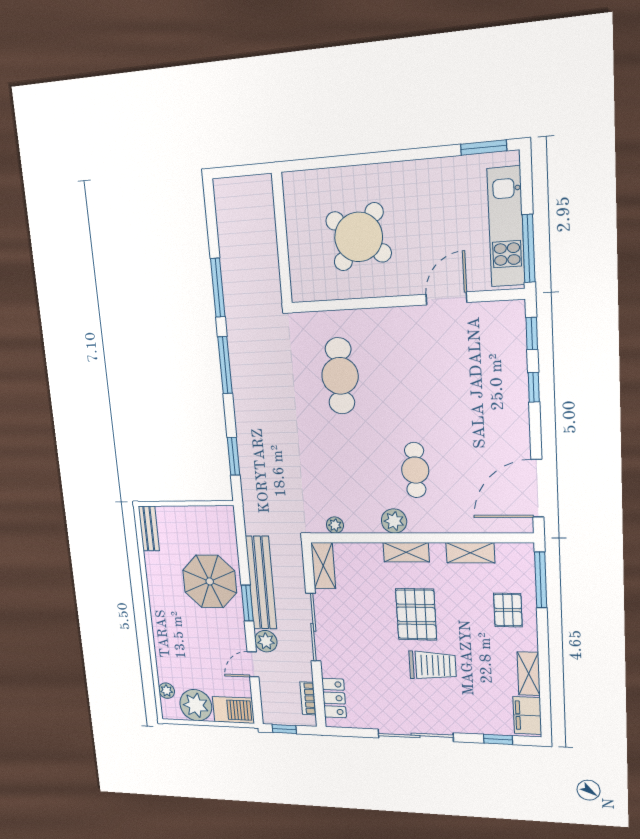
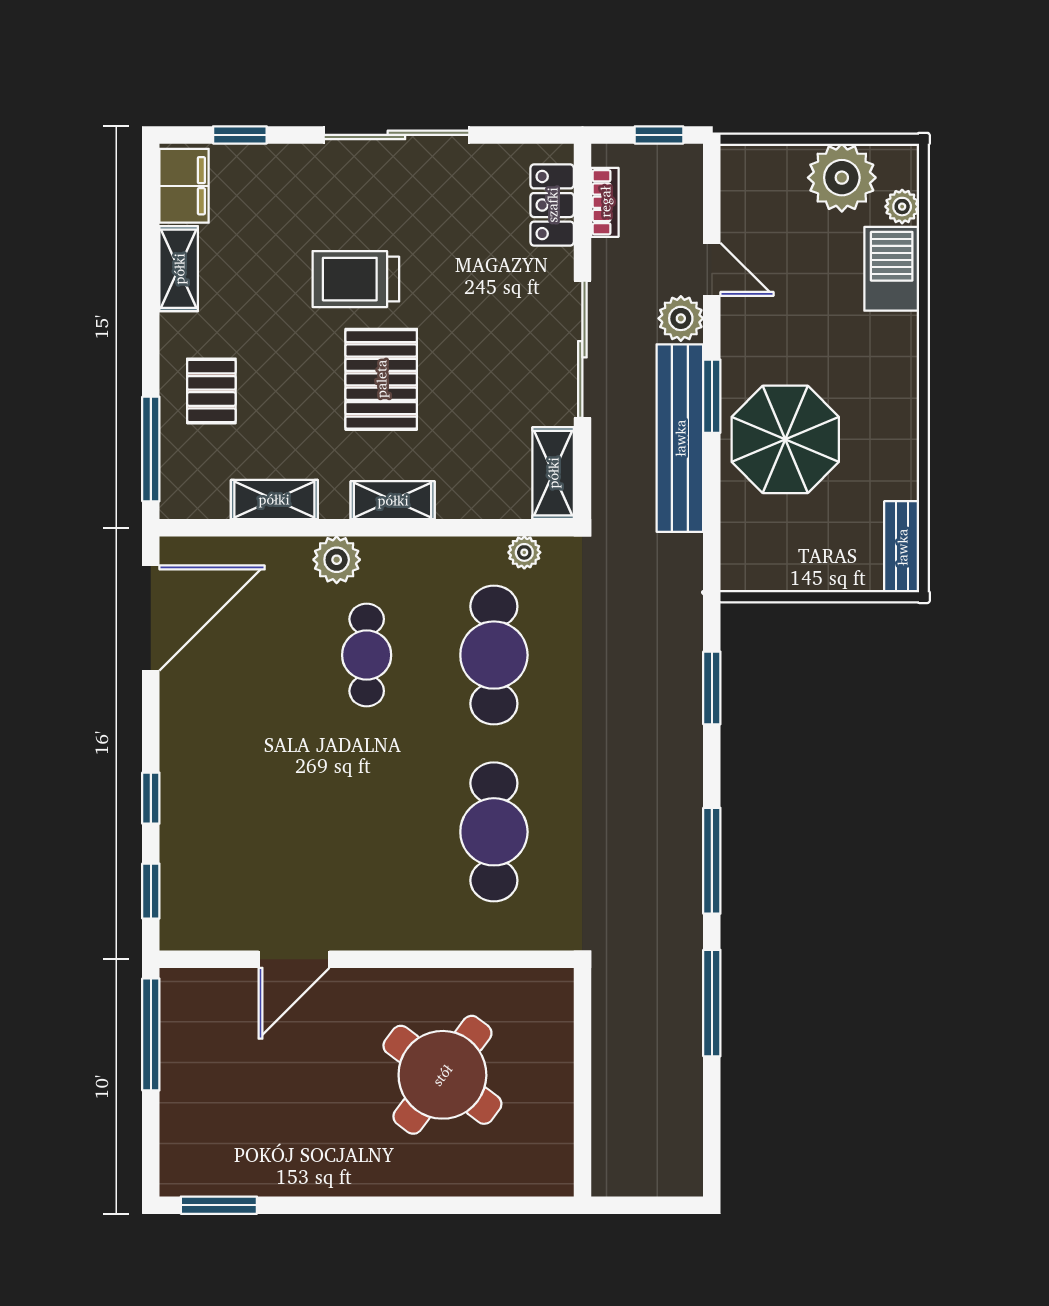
kitchen unit: (506, 227) -> (187, 1073), removed
cafe table: (347, 471) -> (494, 655), added
plant: (394, 521) -> (337, 560), moved
door: (253, 664) -> (712, 269), hinge flipped
barbecue: (233, 710) -> (892, 269), moved, turned 90

